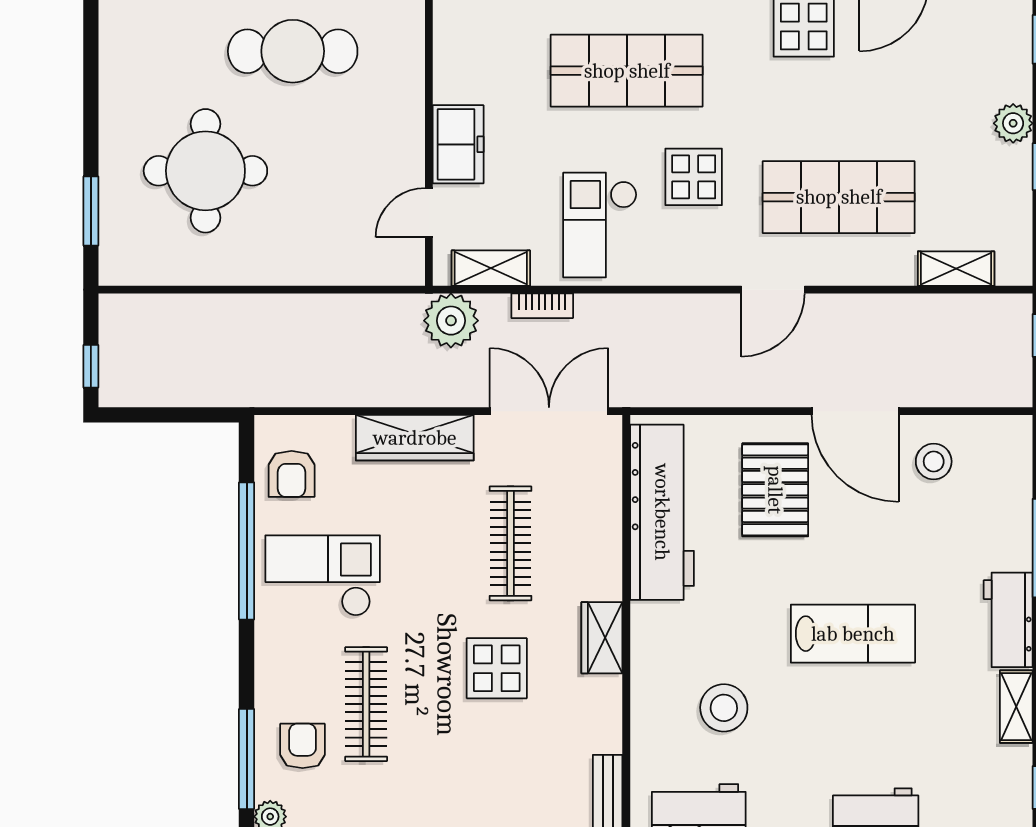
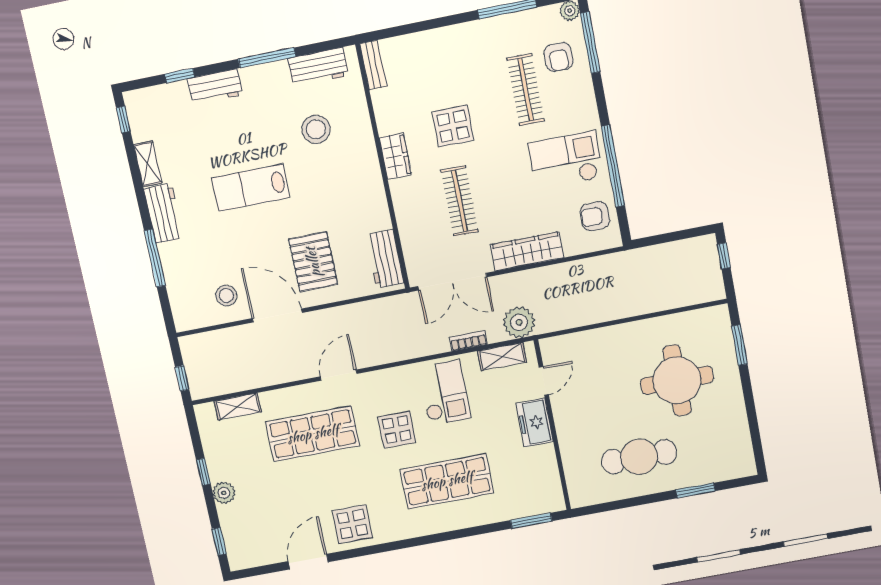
armchair: (292, 474) -> (595, 216), turned -90
workbench: (662, 512) -> (385, 259), width x0.53, depth x0.76
checkout: (323, 576) -> (566, 160), turned 180

